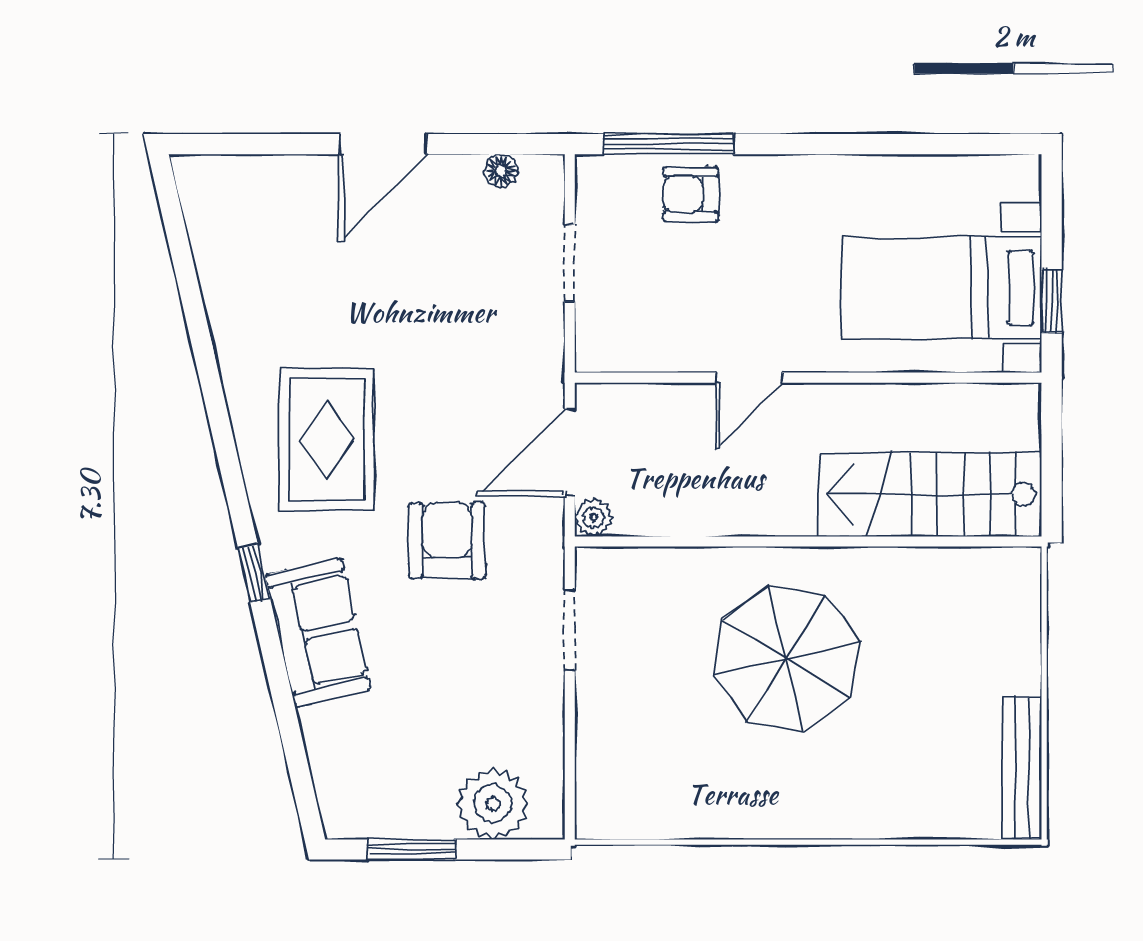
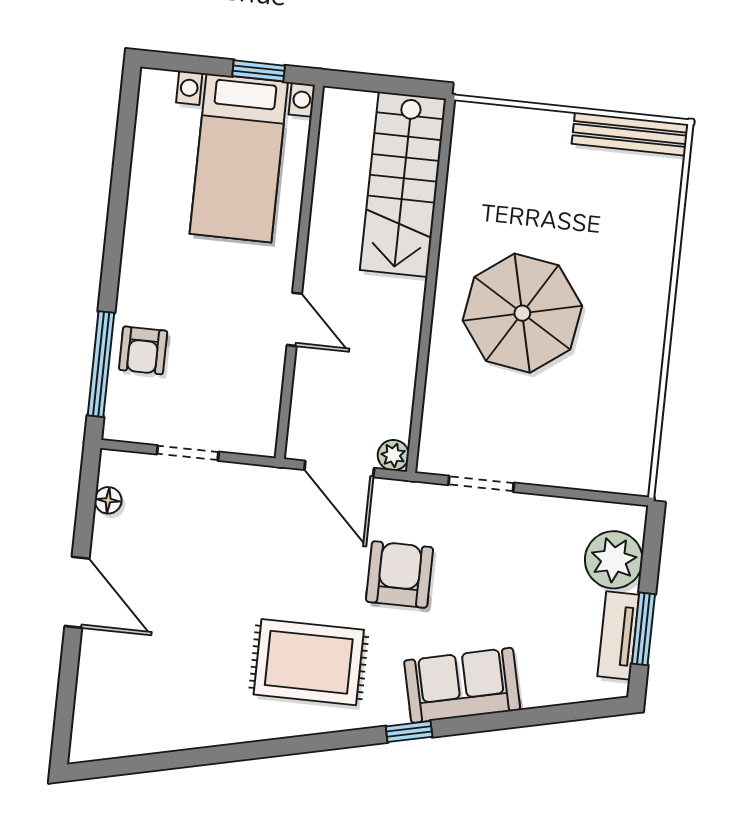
armchair: (447, 541) -> (399, 575), turned 90
tv unit: (400, 819) -> (618, 636), added

